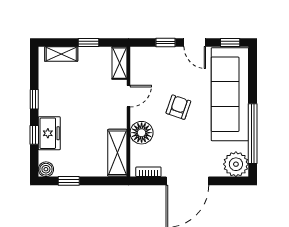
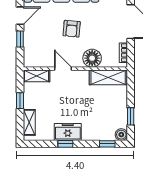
armchair: (178, 107) -> (72, 29), turned -104
freezer: (49, 133) -> (68, 132), moved
window: (34, 135) -> (107, 144), moved

